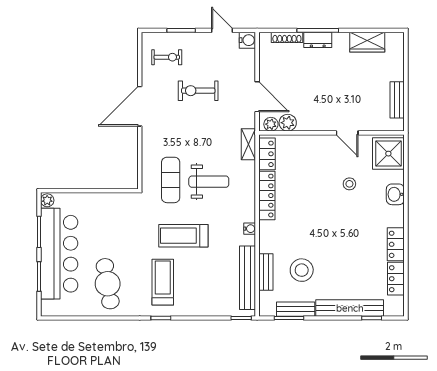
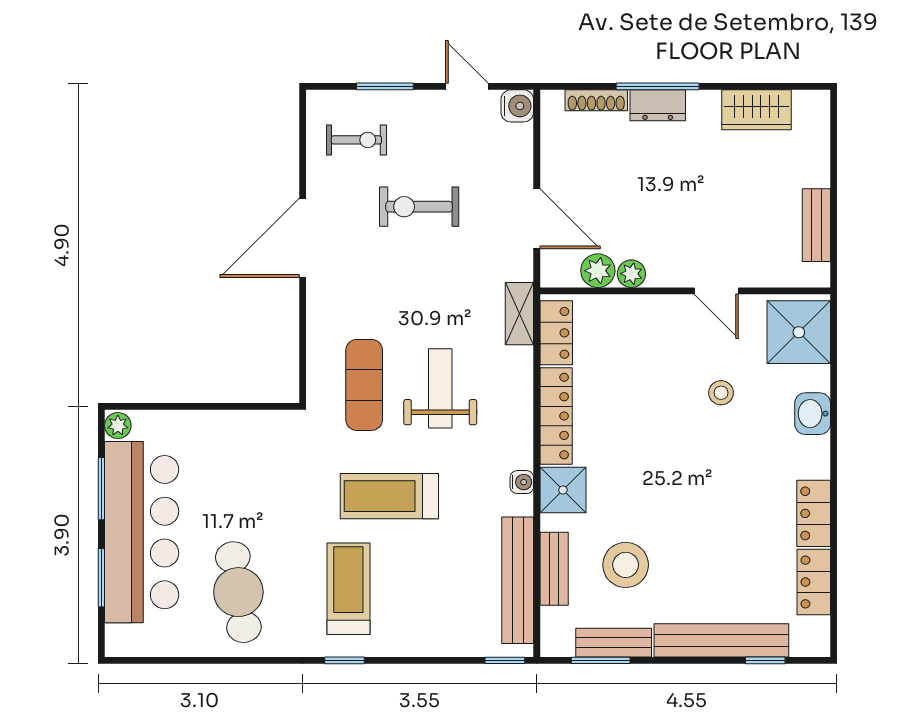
plant: (271, 124) -> (631, 274), moved
weight bench: (209, 182) -> (440, 388), turned -90
shower: (270, 233) -> (563, 490), added

